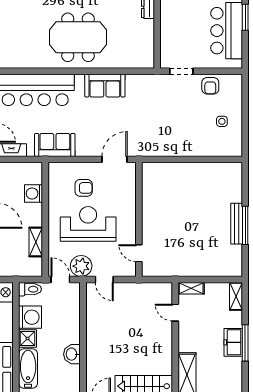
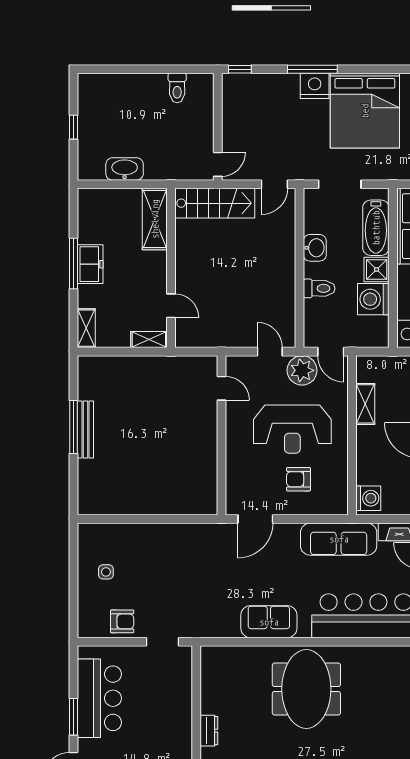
meeting table: (78, 37) -> (306, 689), turned 90
armchair: (210, 86) -> (122, 621), turned 90
sofa: (55, 145) -> (339, 539), width x1.36
washing machine: (34, 193) -> (368, 498), moved
toilet: (30, 289) -> (319, 288), moved, turned 180

